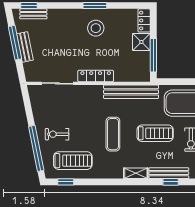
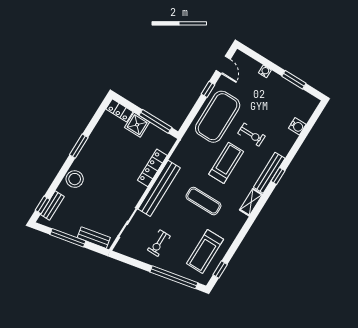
stool: (96, 28) -> (75, 179), moved
bench: (25, 47) -> (94, 238), moved
locker: (96, 76) -> (152, 168), moved
bench: (131, 92) -> (159, 188), moved
exercise bike: (57, 134) -> (159, 243), moved
treadmill: (73, 161) -> (205, 251), turned 180

